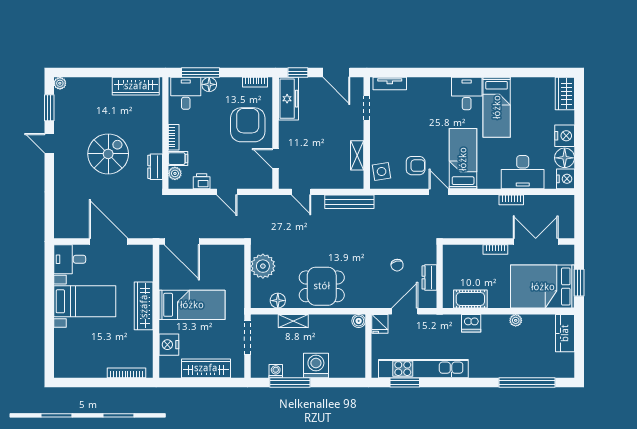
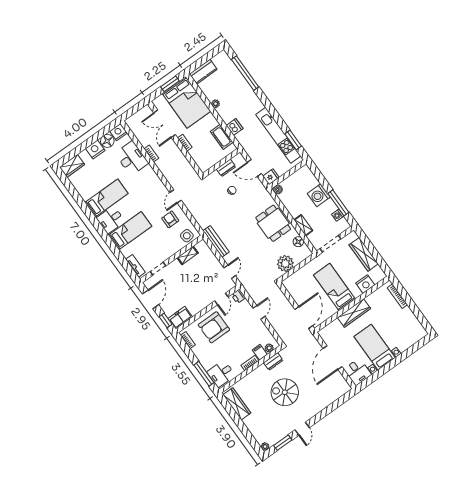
floor lamp: (209, 84) -> (207, 364), removed
freezer: (288, 99) -> (180, 318), width x0.71
bed: (463, 159) -> (130, 231), moved, turned 180
printer: (202, 181) -> (238, 296), moved

